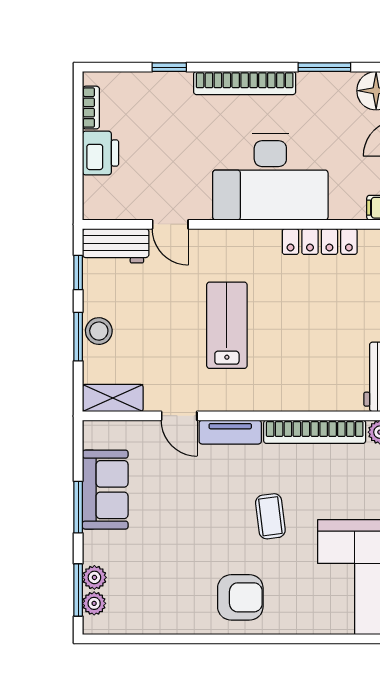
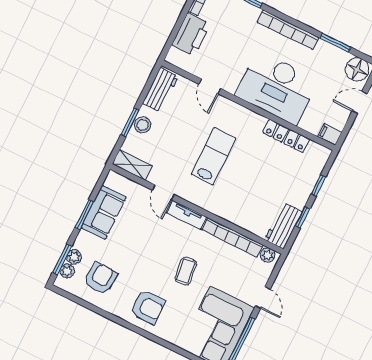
printer: (100, 153) -> (191, 34), width x1.37, depth x1.19
workbench: (116, 246) -> (161, 90), moved, turned -90
window: (78, 273) -> (147, 88), removed
armchair: (149, 590) -> (101, 278), added

